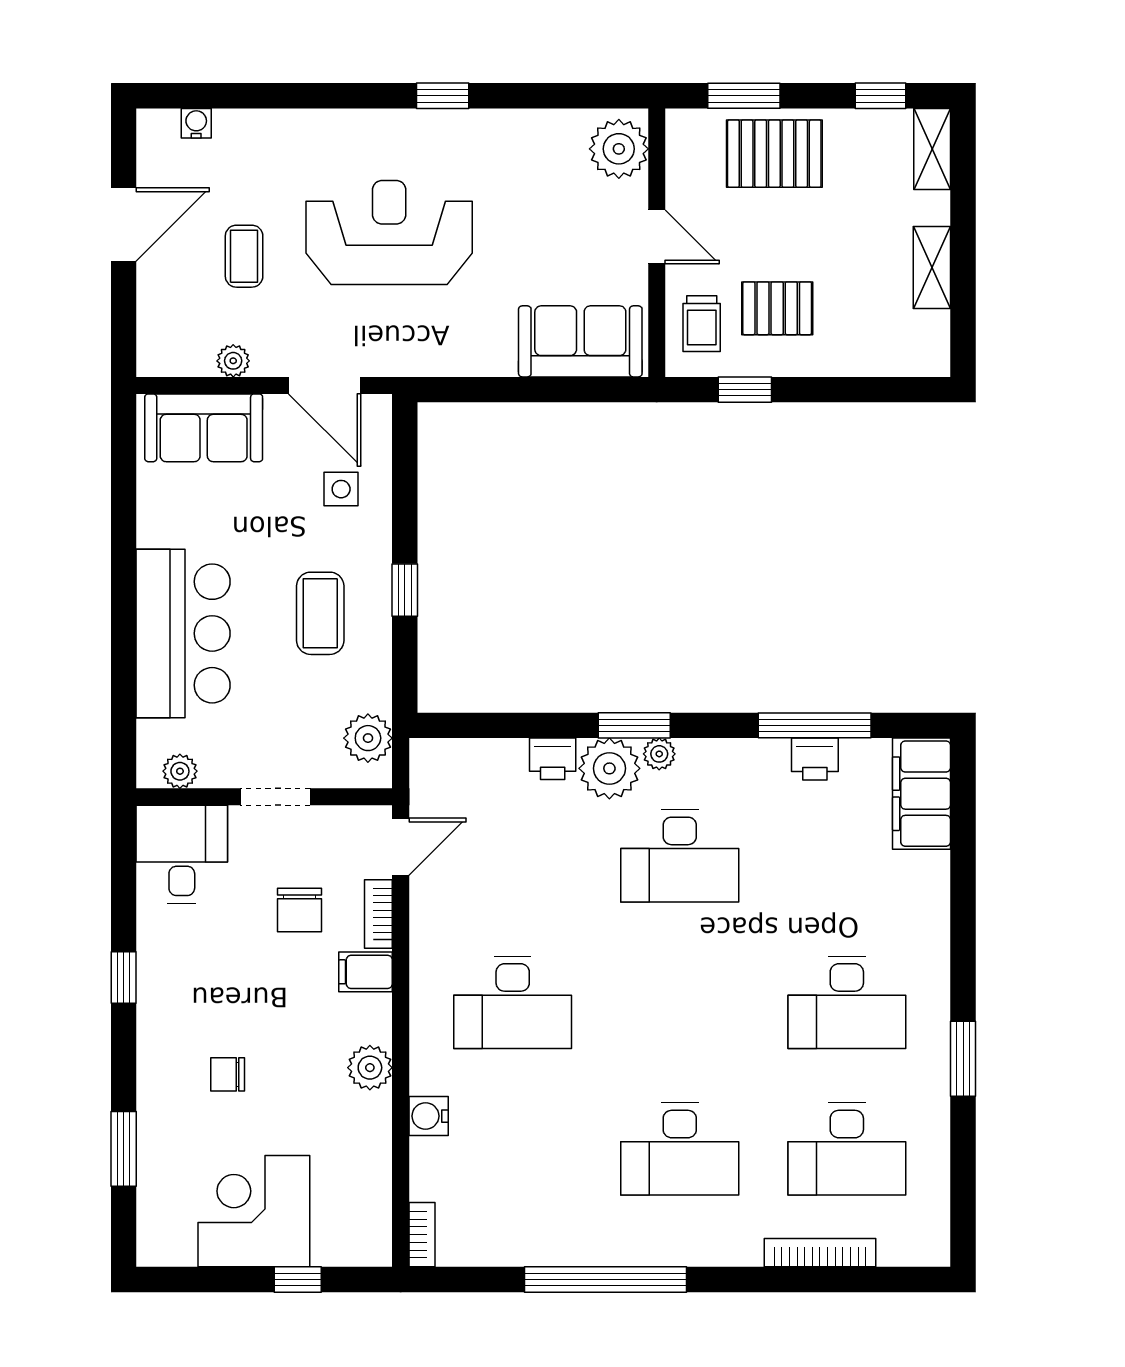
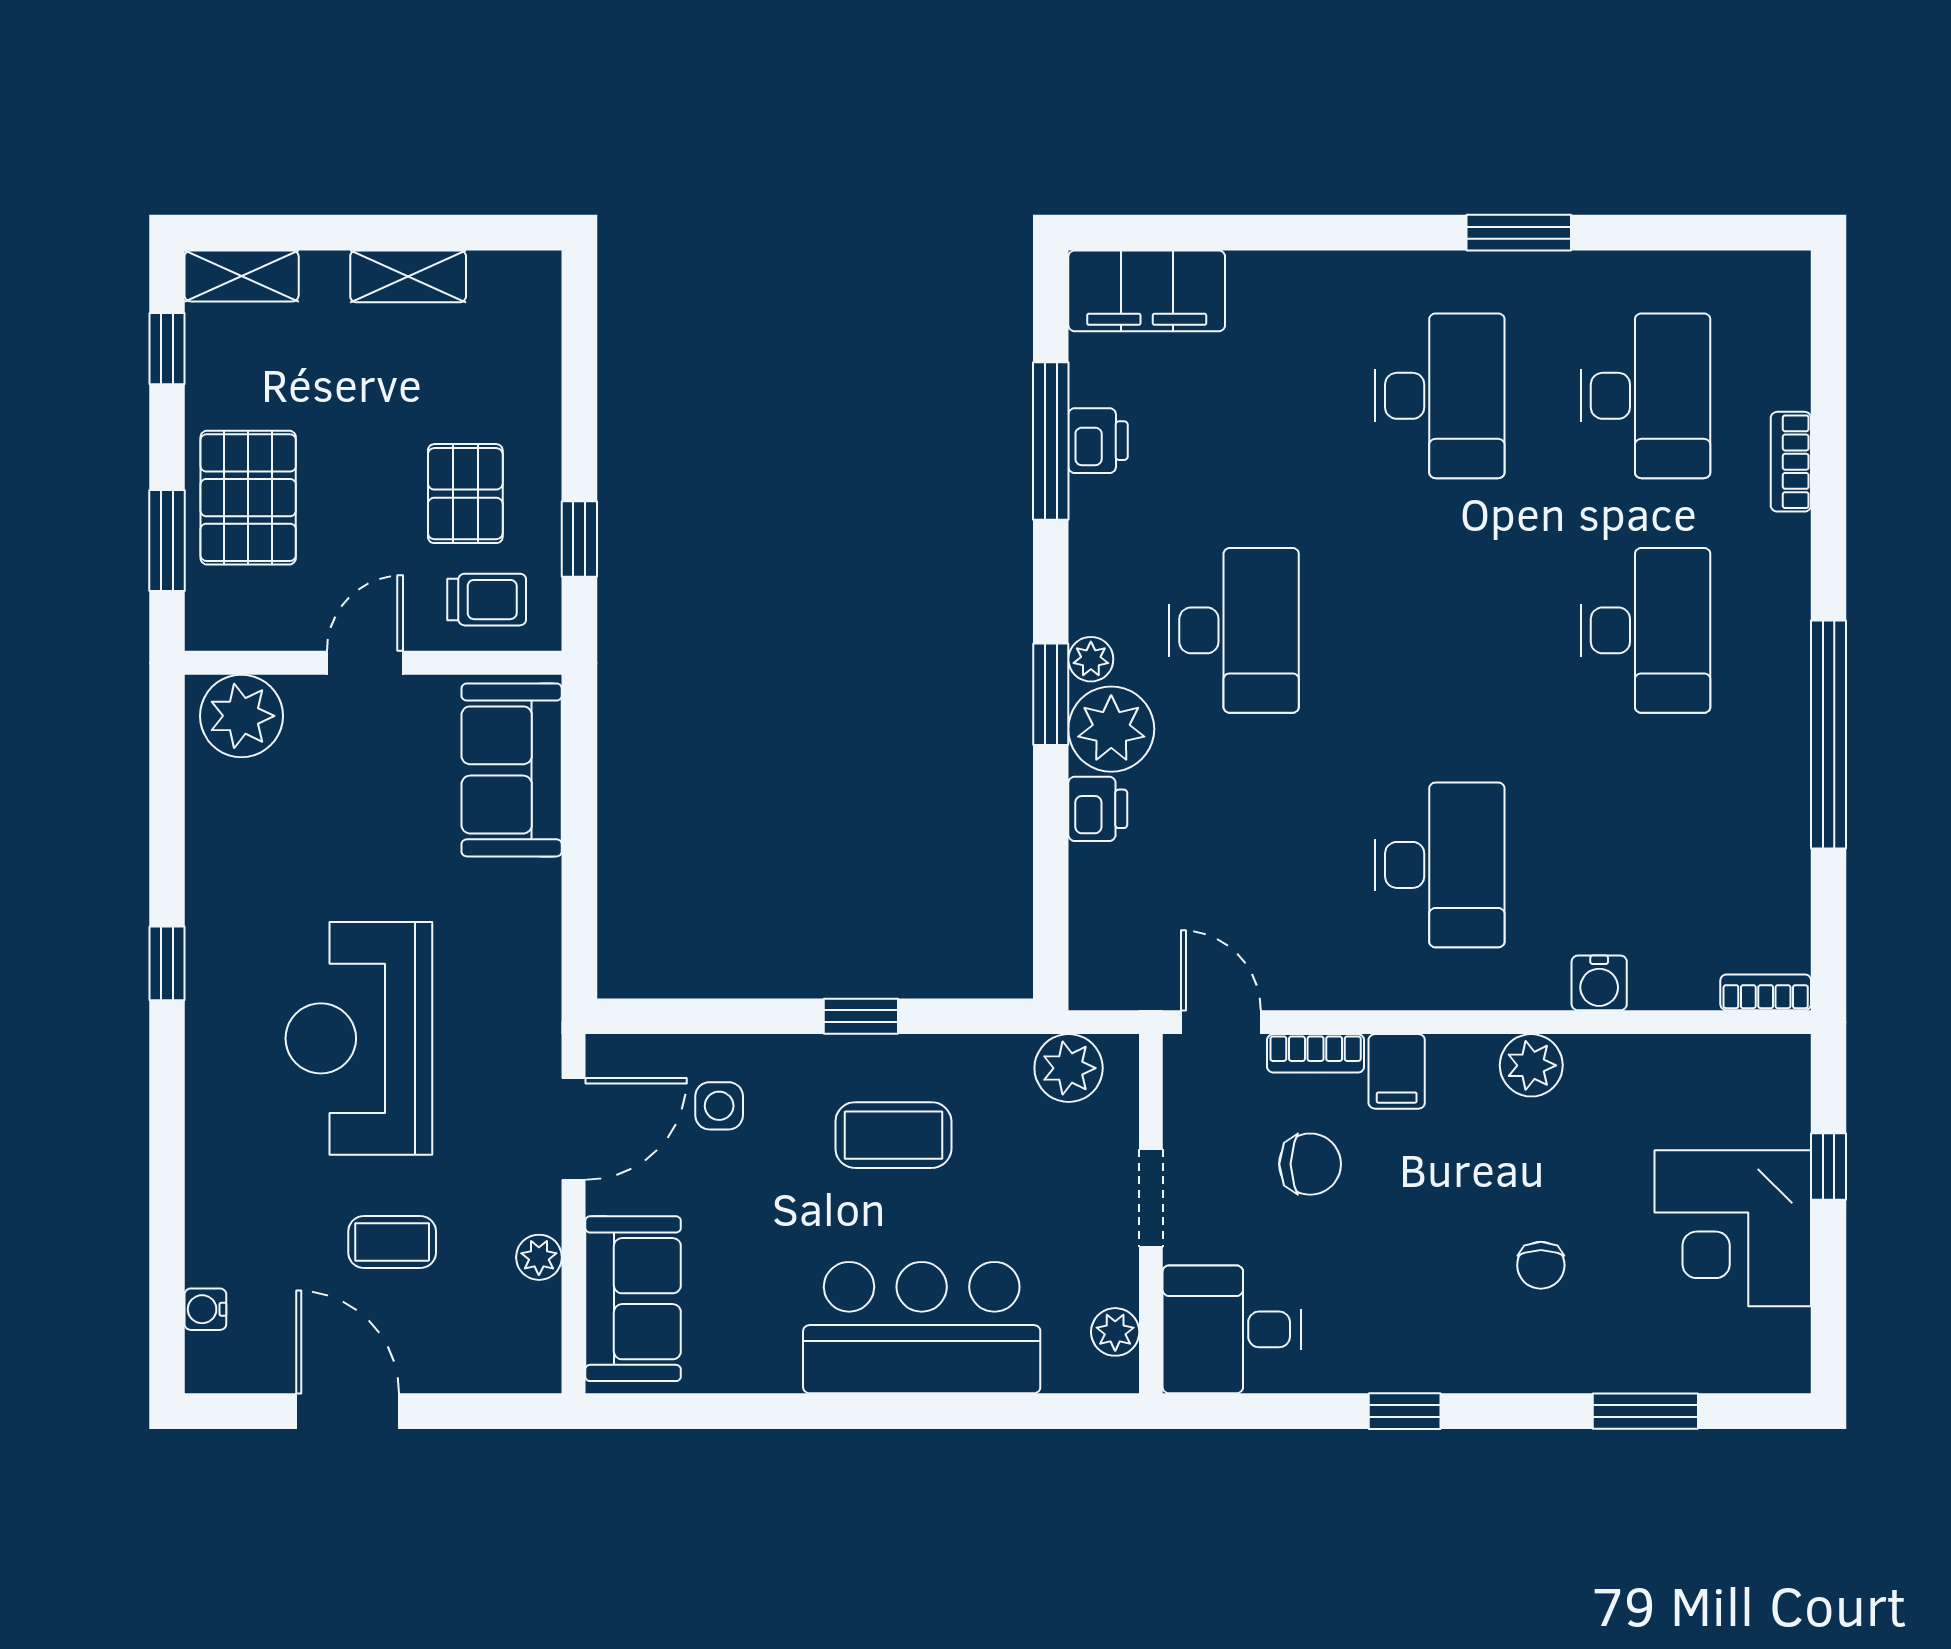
bookcase: (820, 1253) -> (1791, 462), width x0.64

